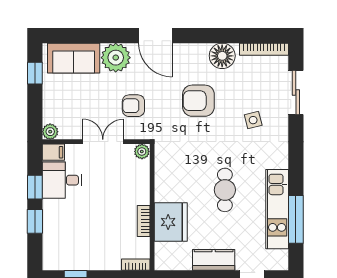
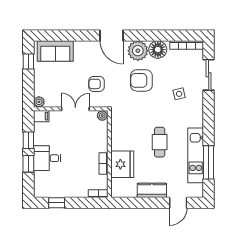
plant: (116, 58) -> (138, 51), moved
desk: (62, 180) -> (47, 158), moved

